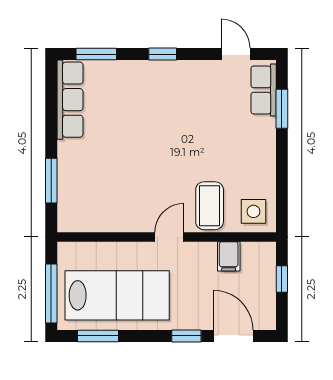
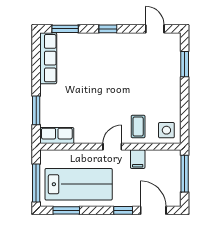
row of seats: (264, 90) -> (57, 136), moved, turned 90
coffee table: (210, 206) -> (138, 127), width x0.73, depth x0.77
filing cabinet: (229, 256) -> (138, 159), moved
window: (282, 279) -> (185, 174), width x2.17

